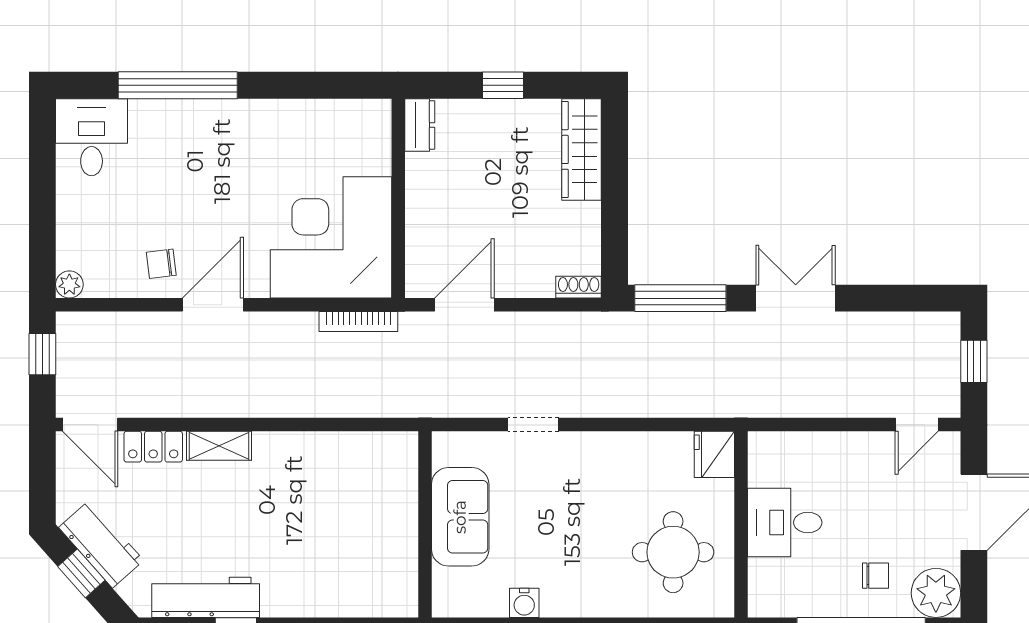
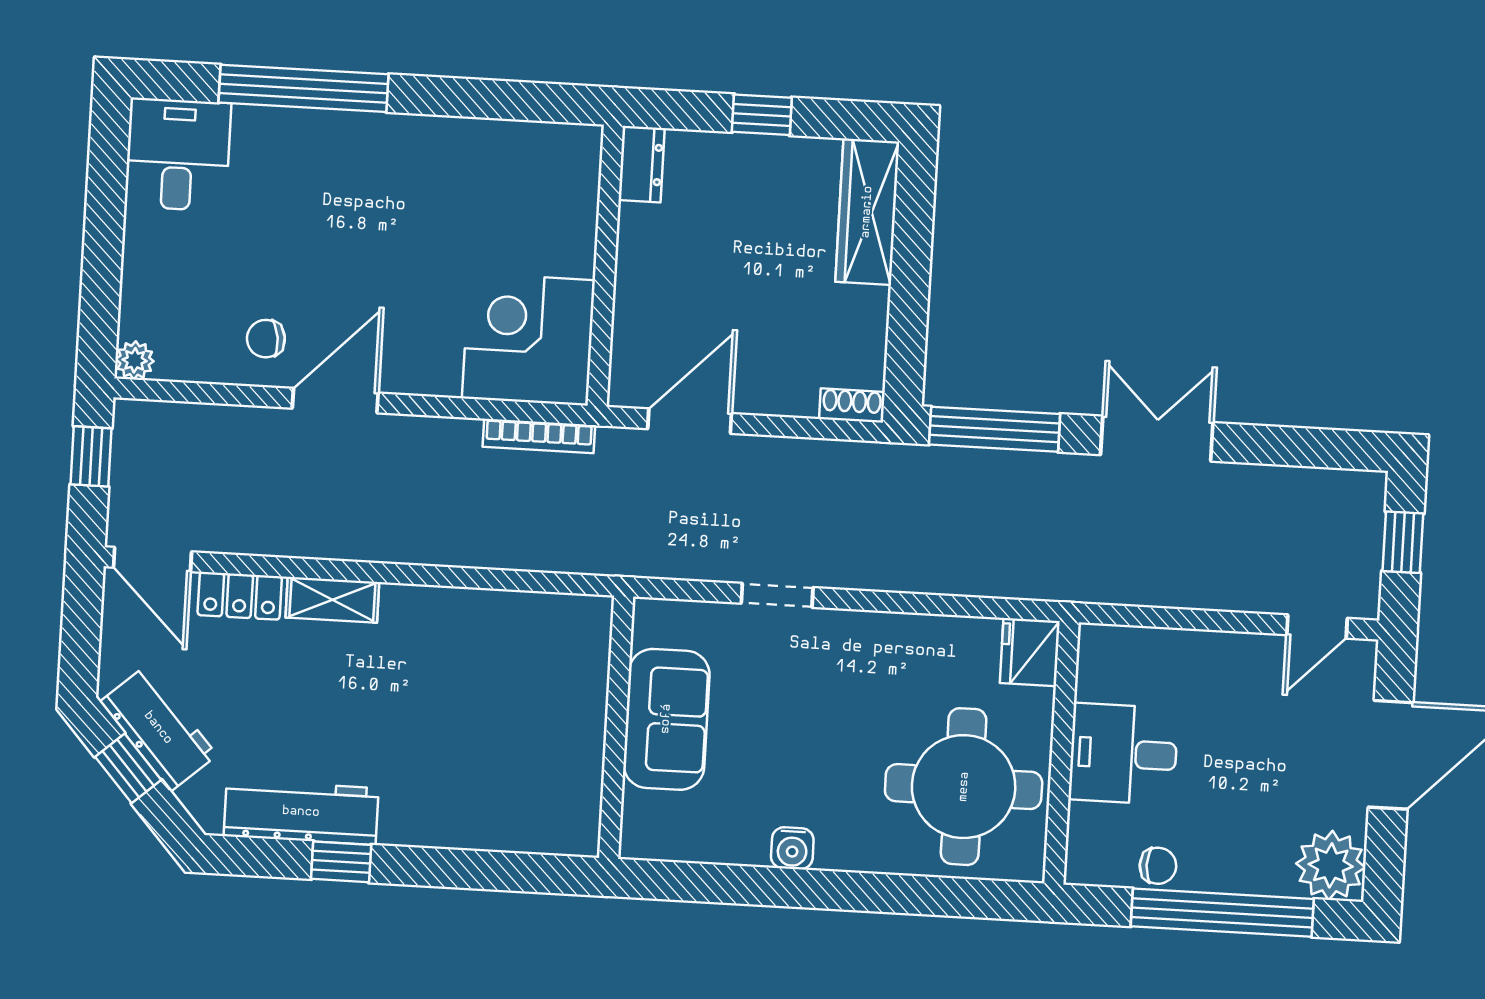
corner desk: (331, 237) -> (528, 339), width x0.74, depth x0.74
round table: (673, 552) -> (964, 787), width x1.36, depth x1.36
chair: (875, 576) -> (1158, 866), moved
water cooler: (524, 603) -> (792, 848), moved

